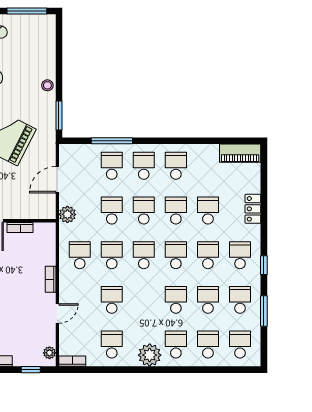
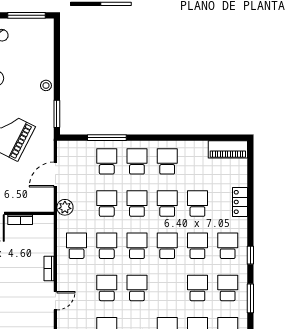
school desk: (176, 300) -> (137, 288), moved

